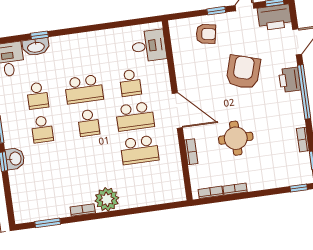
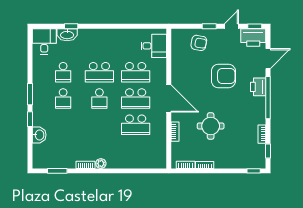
armchair: (243, 72) -> (223, 76), turned 73
school desk: (130, 83) -> (136, 72), width x1.85
washbasin: (15, 159) -> (39, 135), moved
plant: (107, 199) -> (101, 164), width x0.53, depth x0.53

